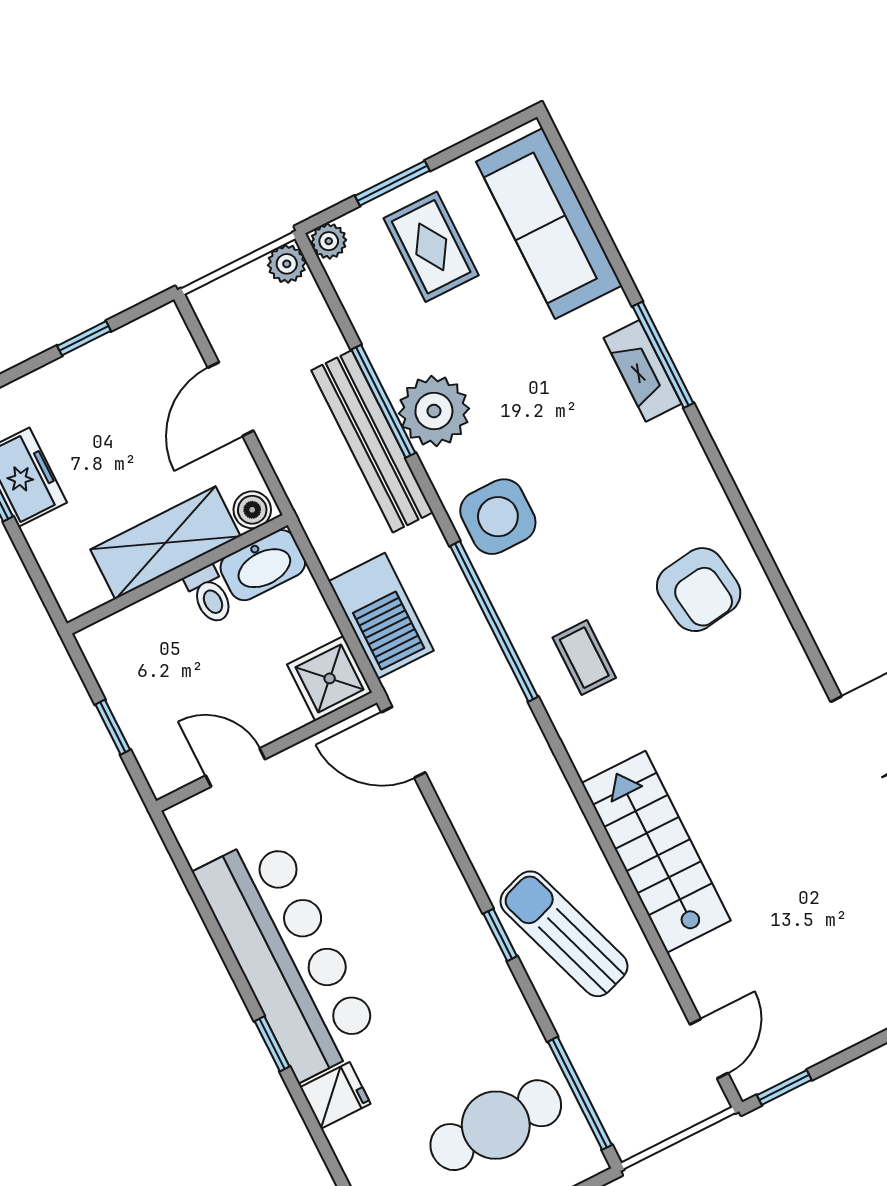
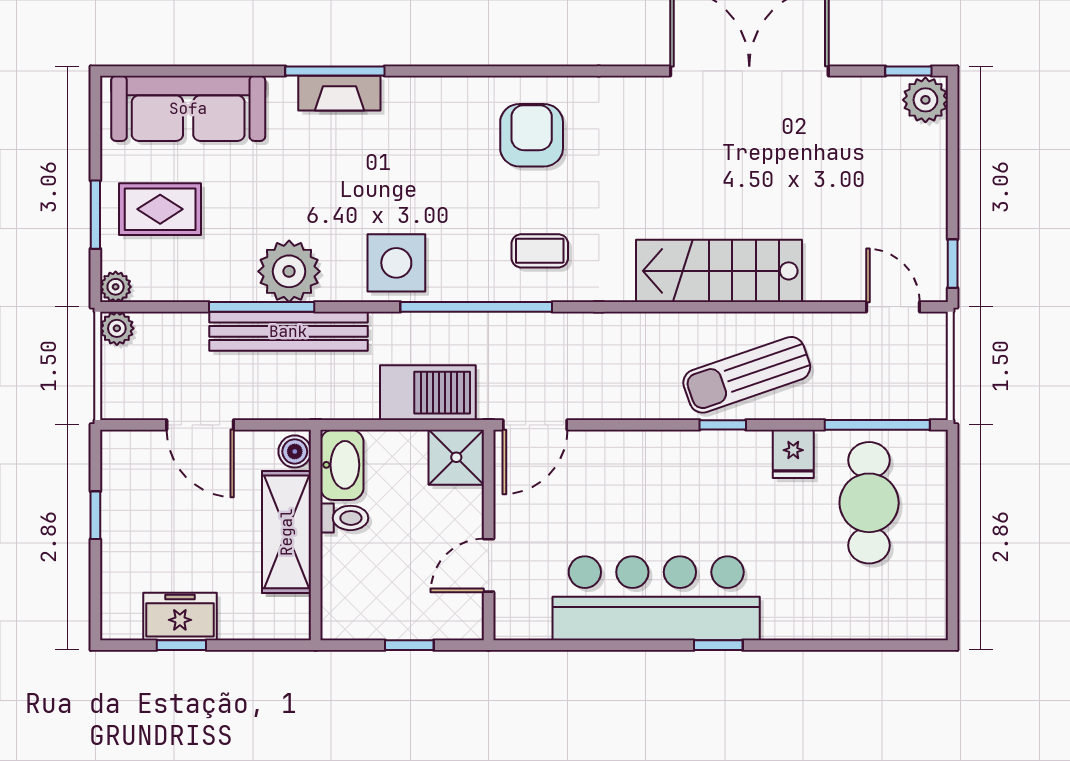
armchair: (699, 590) -> (532, 135), turned -82
fridge: (335, 1095) -> (793, 454), moved, turned 180

